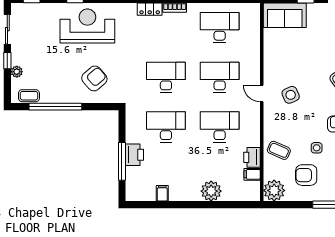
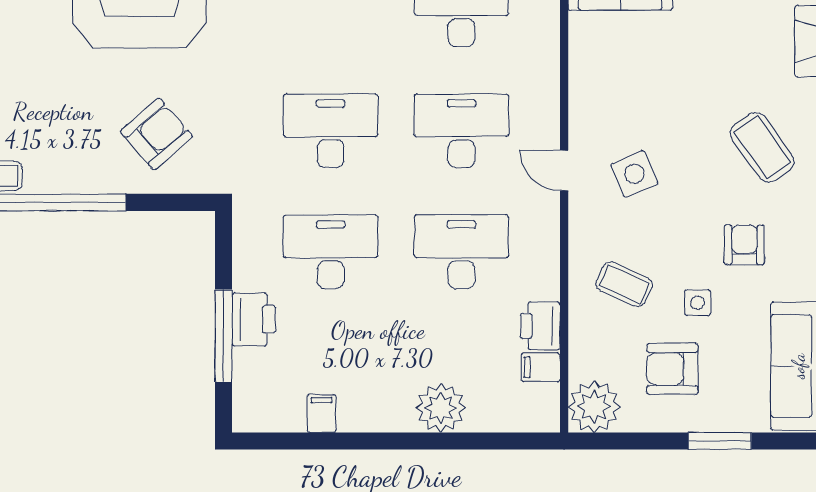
coffee table: (279, 150) -> (624, 284), moved

